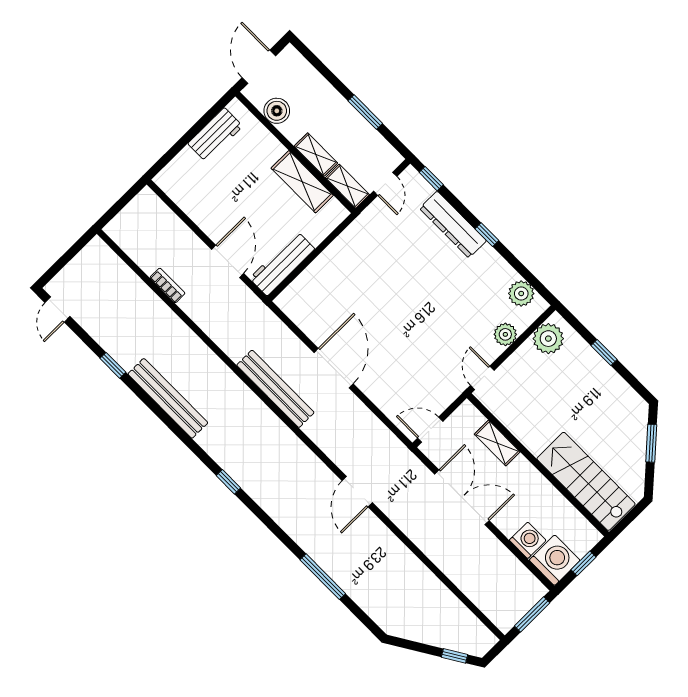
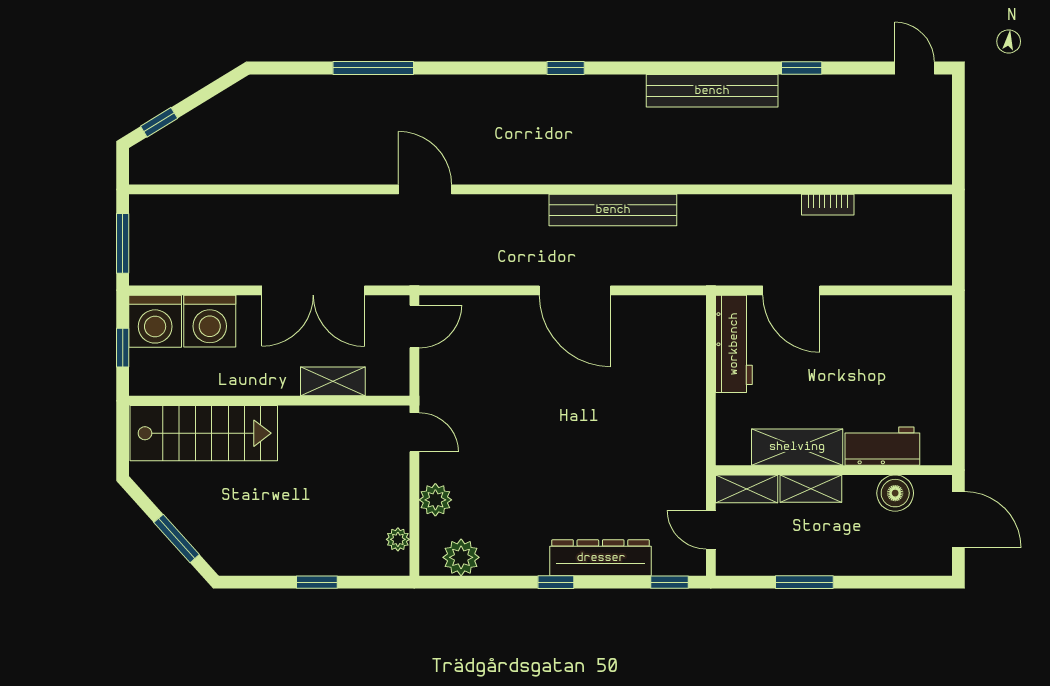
workbench: (215, 135) -> (882, 446), moved, turned 90
plant: (548, 339) -> (398, 539), width x0.53, depth x0.53
washing machine: (528, 540) -> (210, 321), width x1.37, depth x1.37

